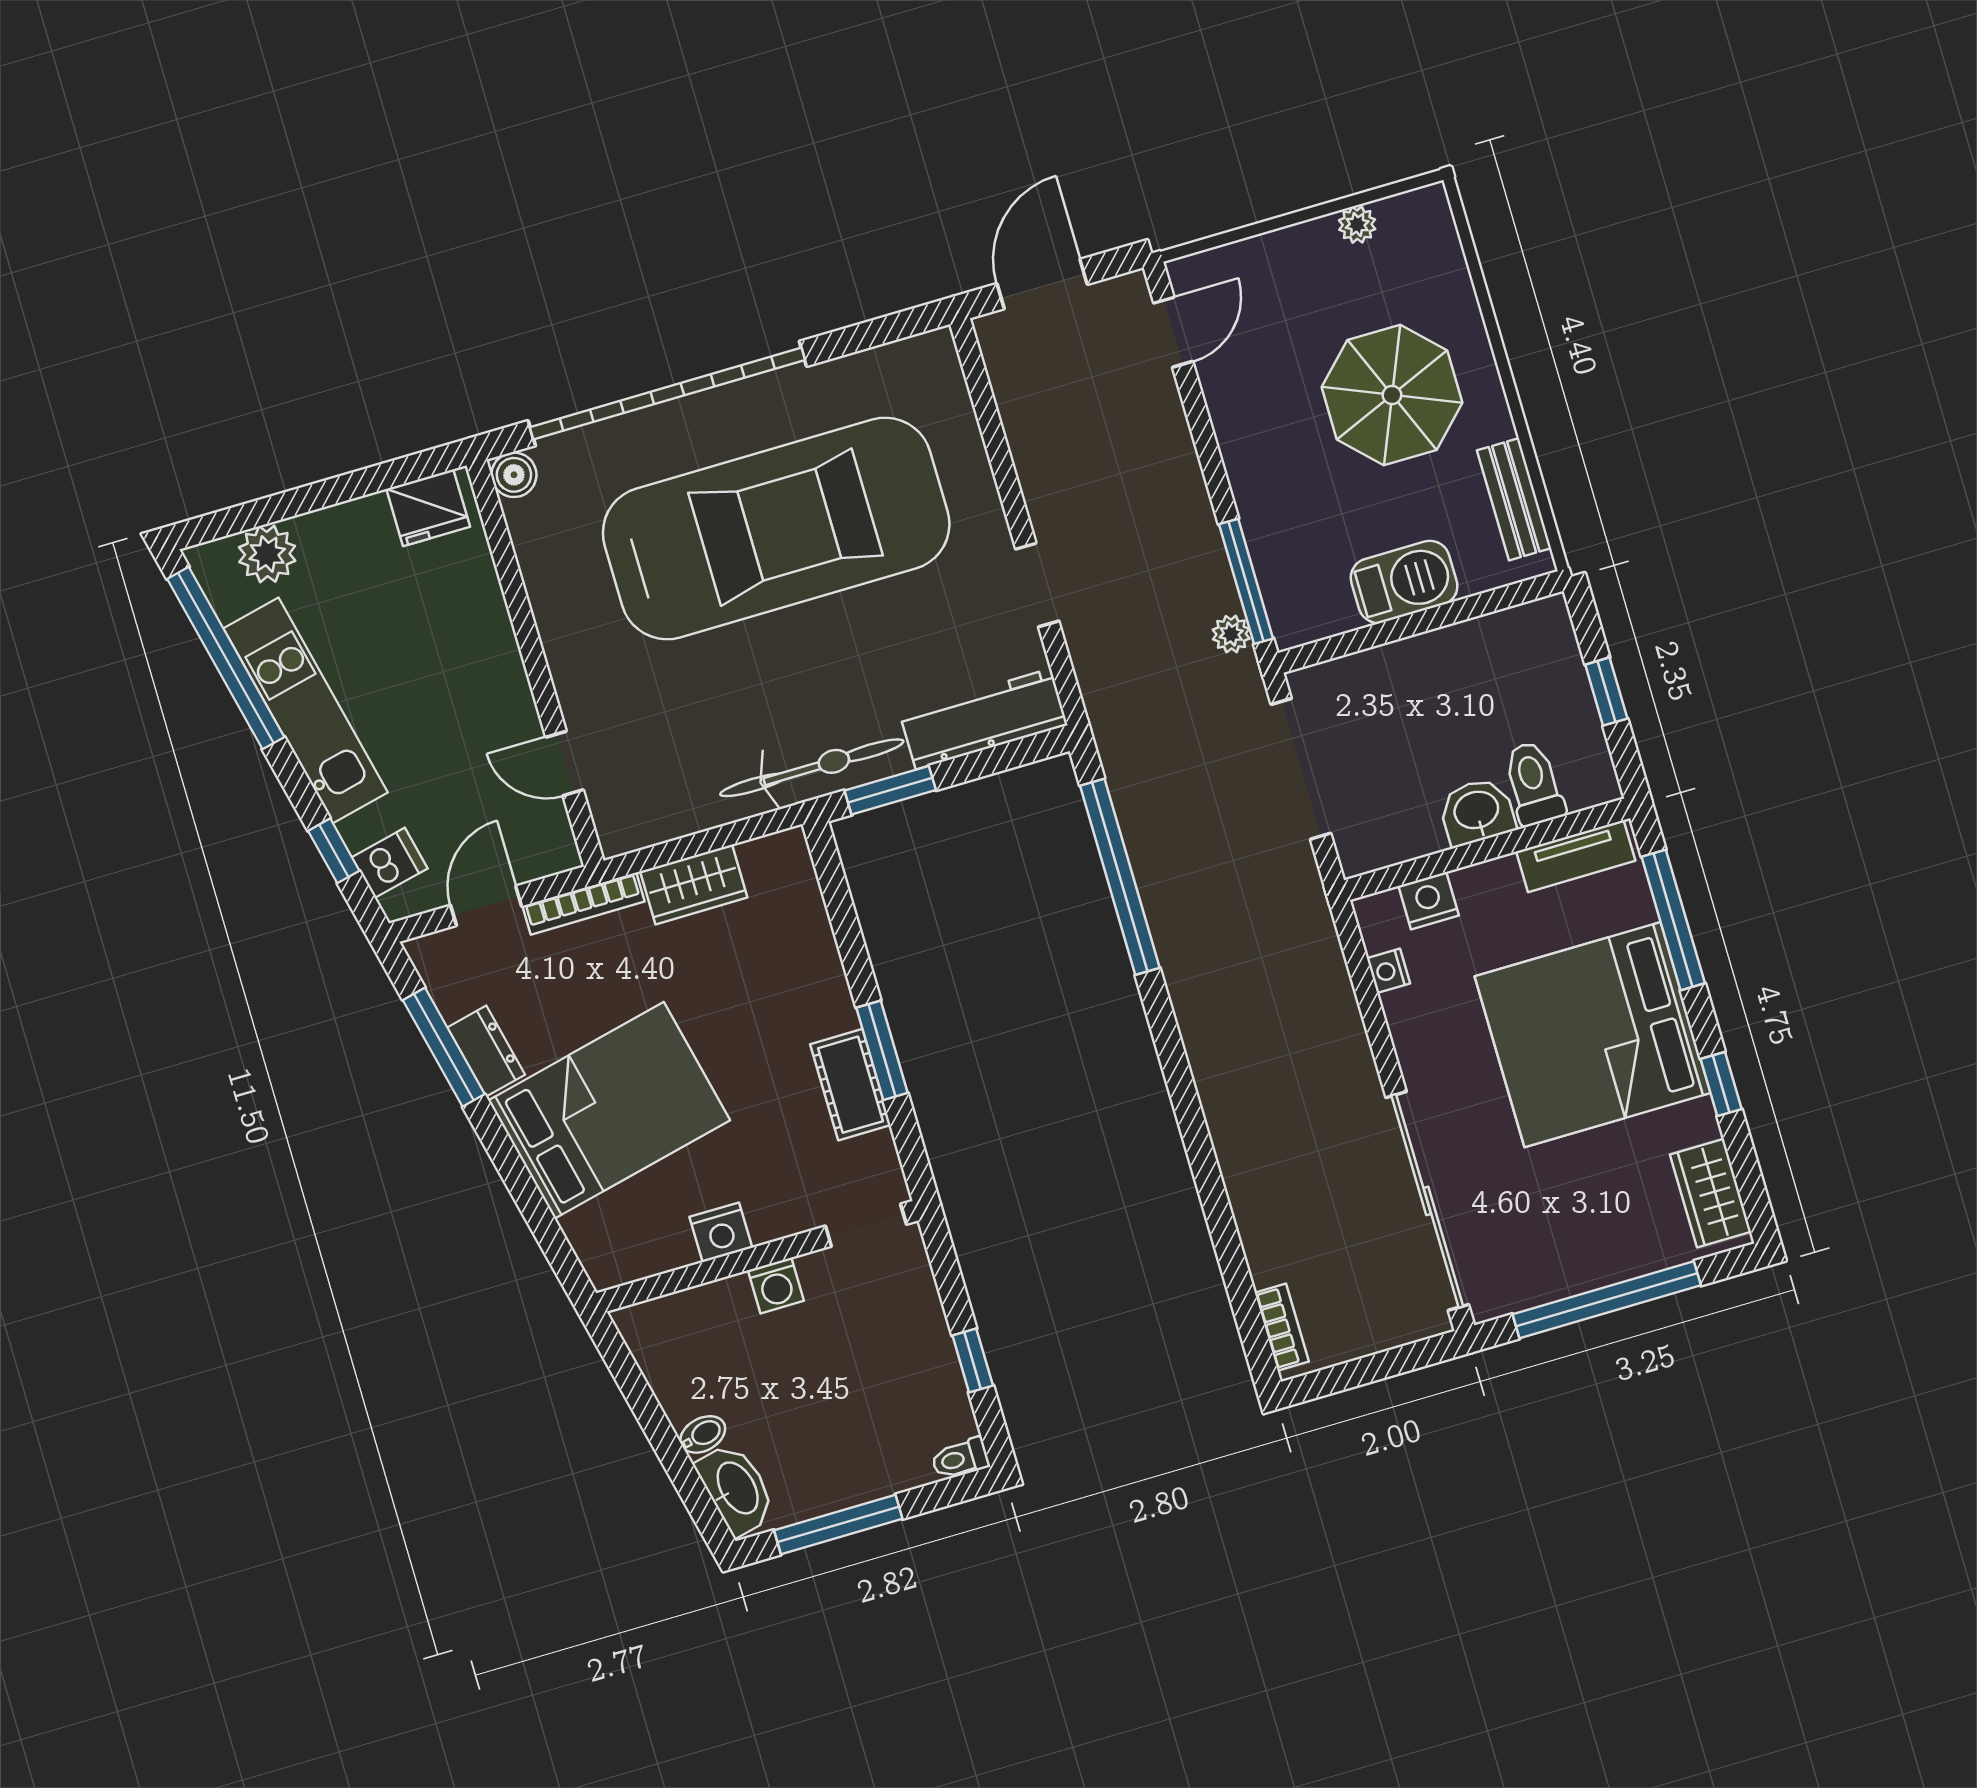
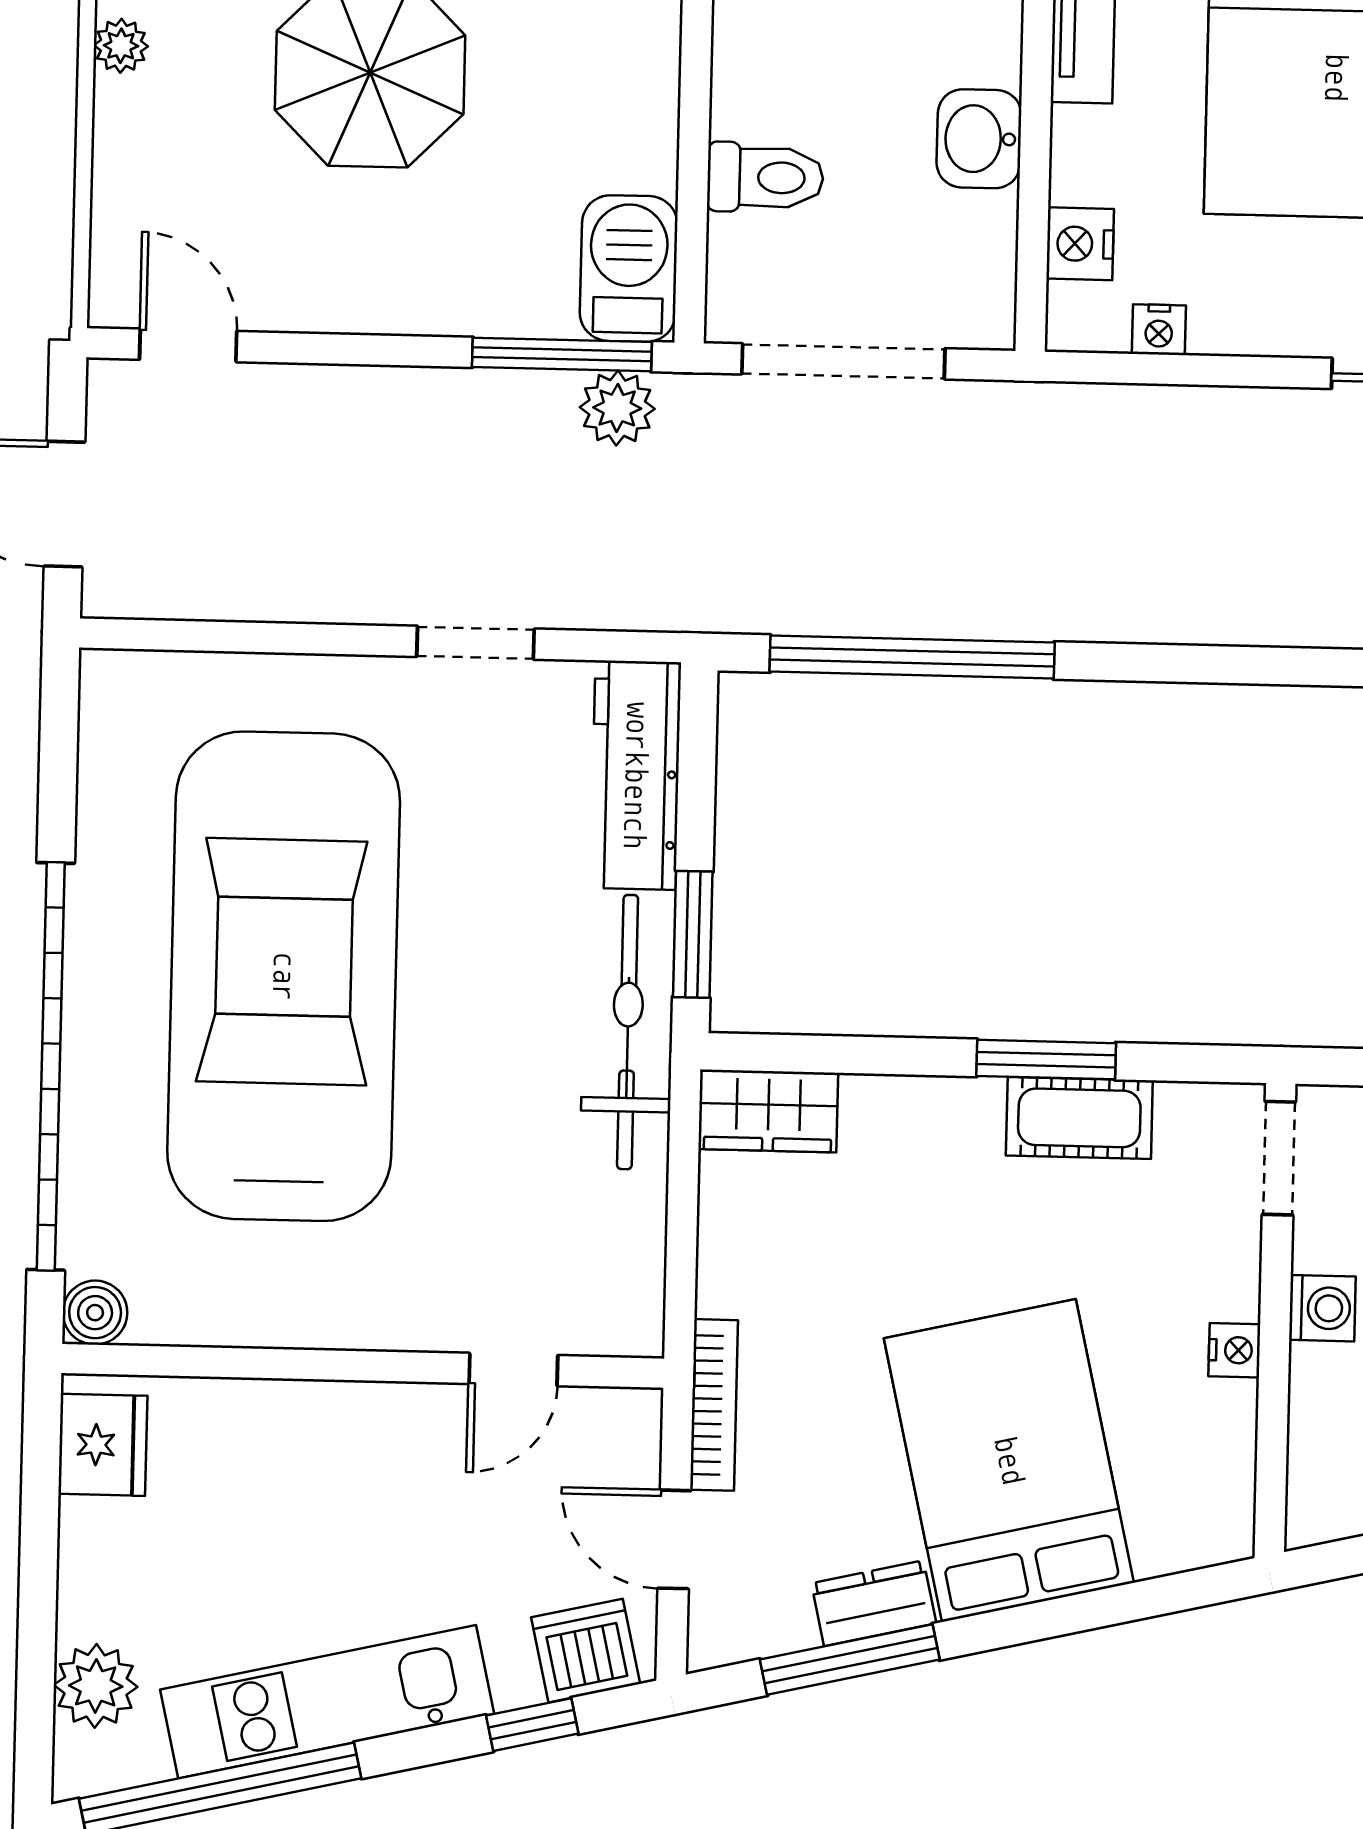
barbecue: (1404, 582) -> (629, 269), moved
plant: (1231, 634) -> (617, 408), width x1.38, depth x1.38
toilet: (1534, 783) -> (765, 177), moved, turned 180
dishwasher: (390, 863) -> (586, 1651), width x1.38
wardrobe: (694, 884) -> (768, 1111), moved, turned 90
nightstand: (721, 1232) -> (1234, 1350), width x0.72, depth x0.74

